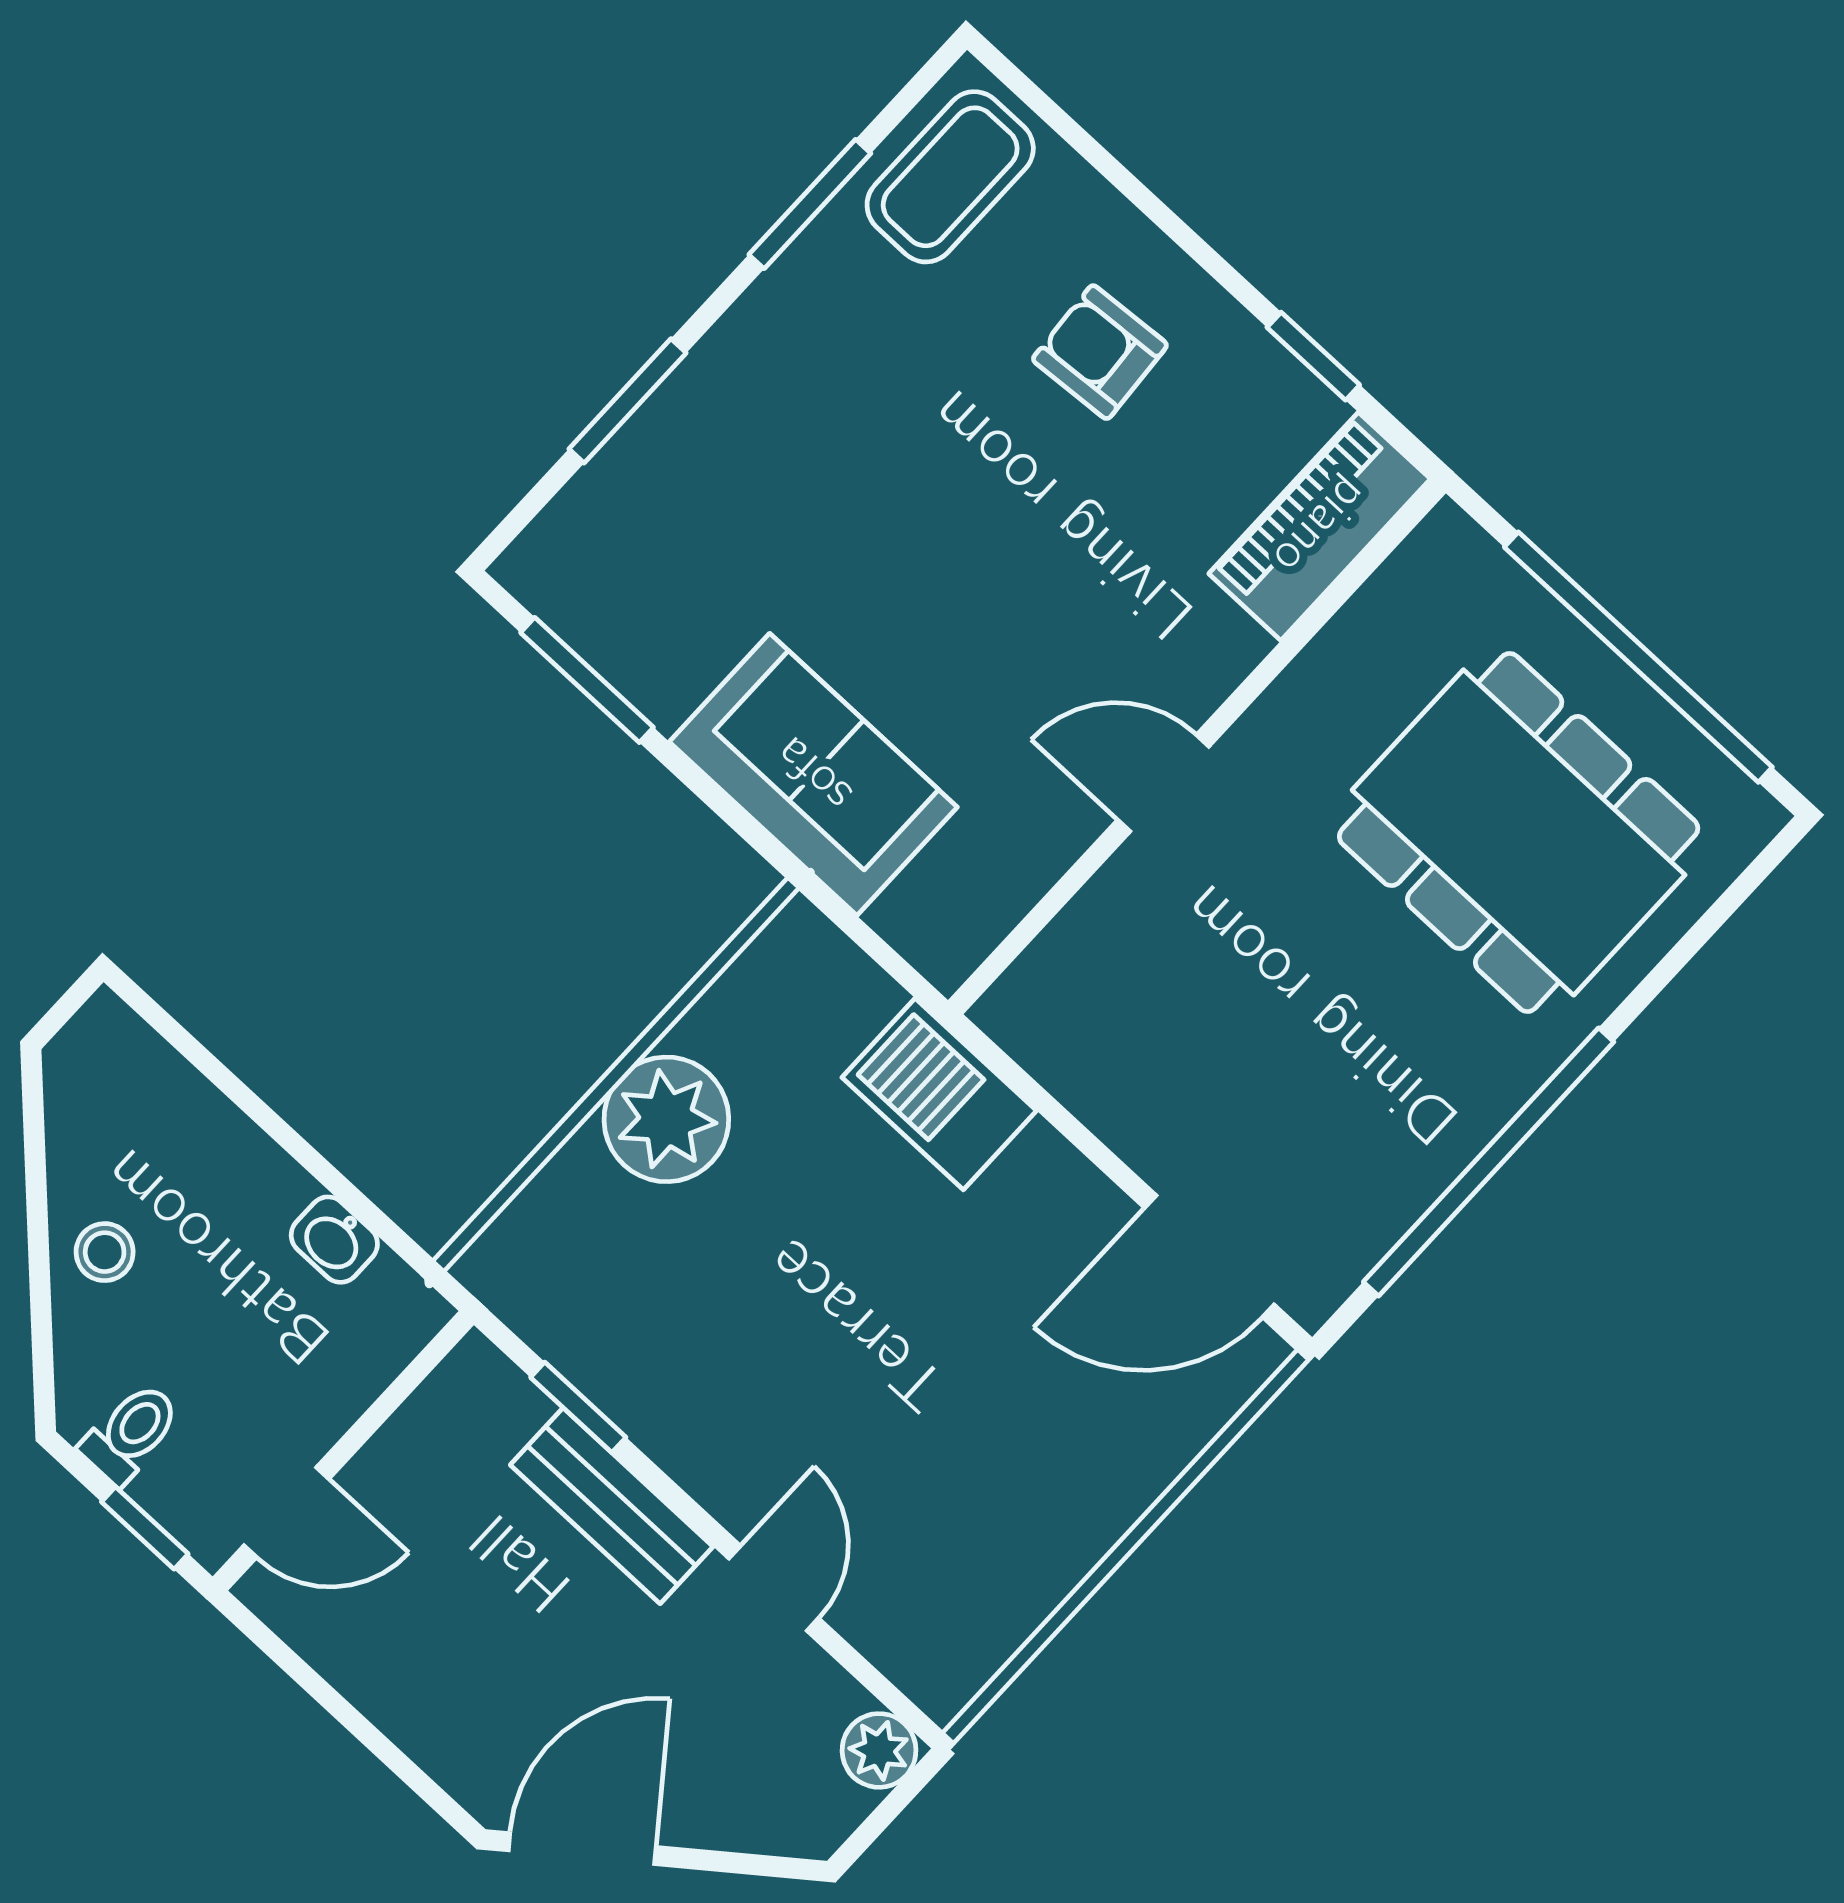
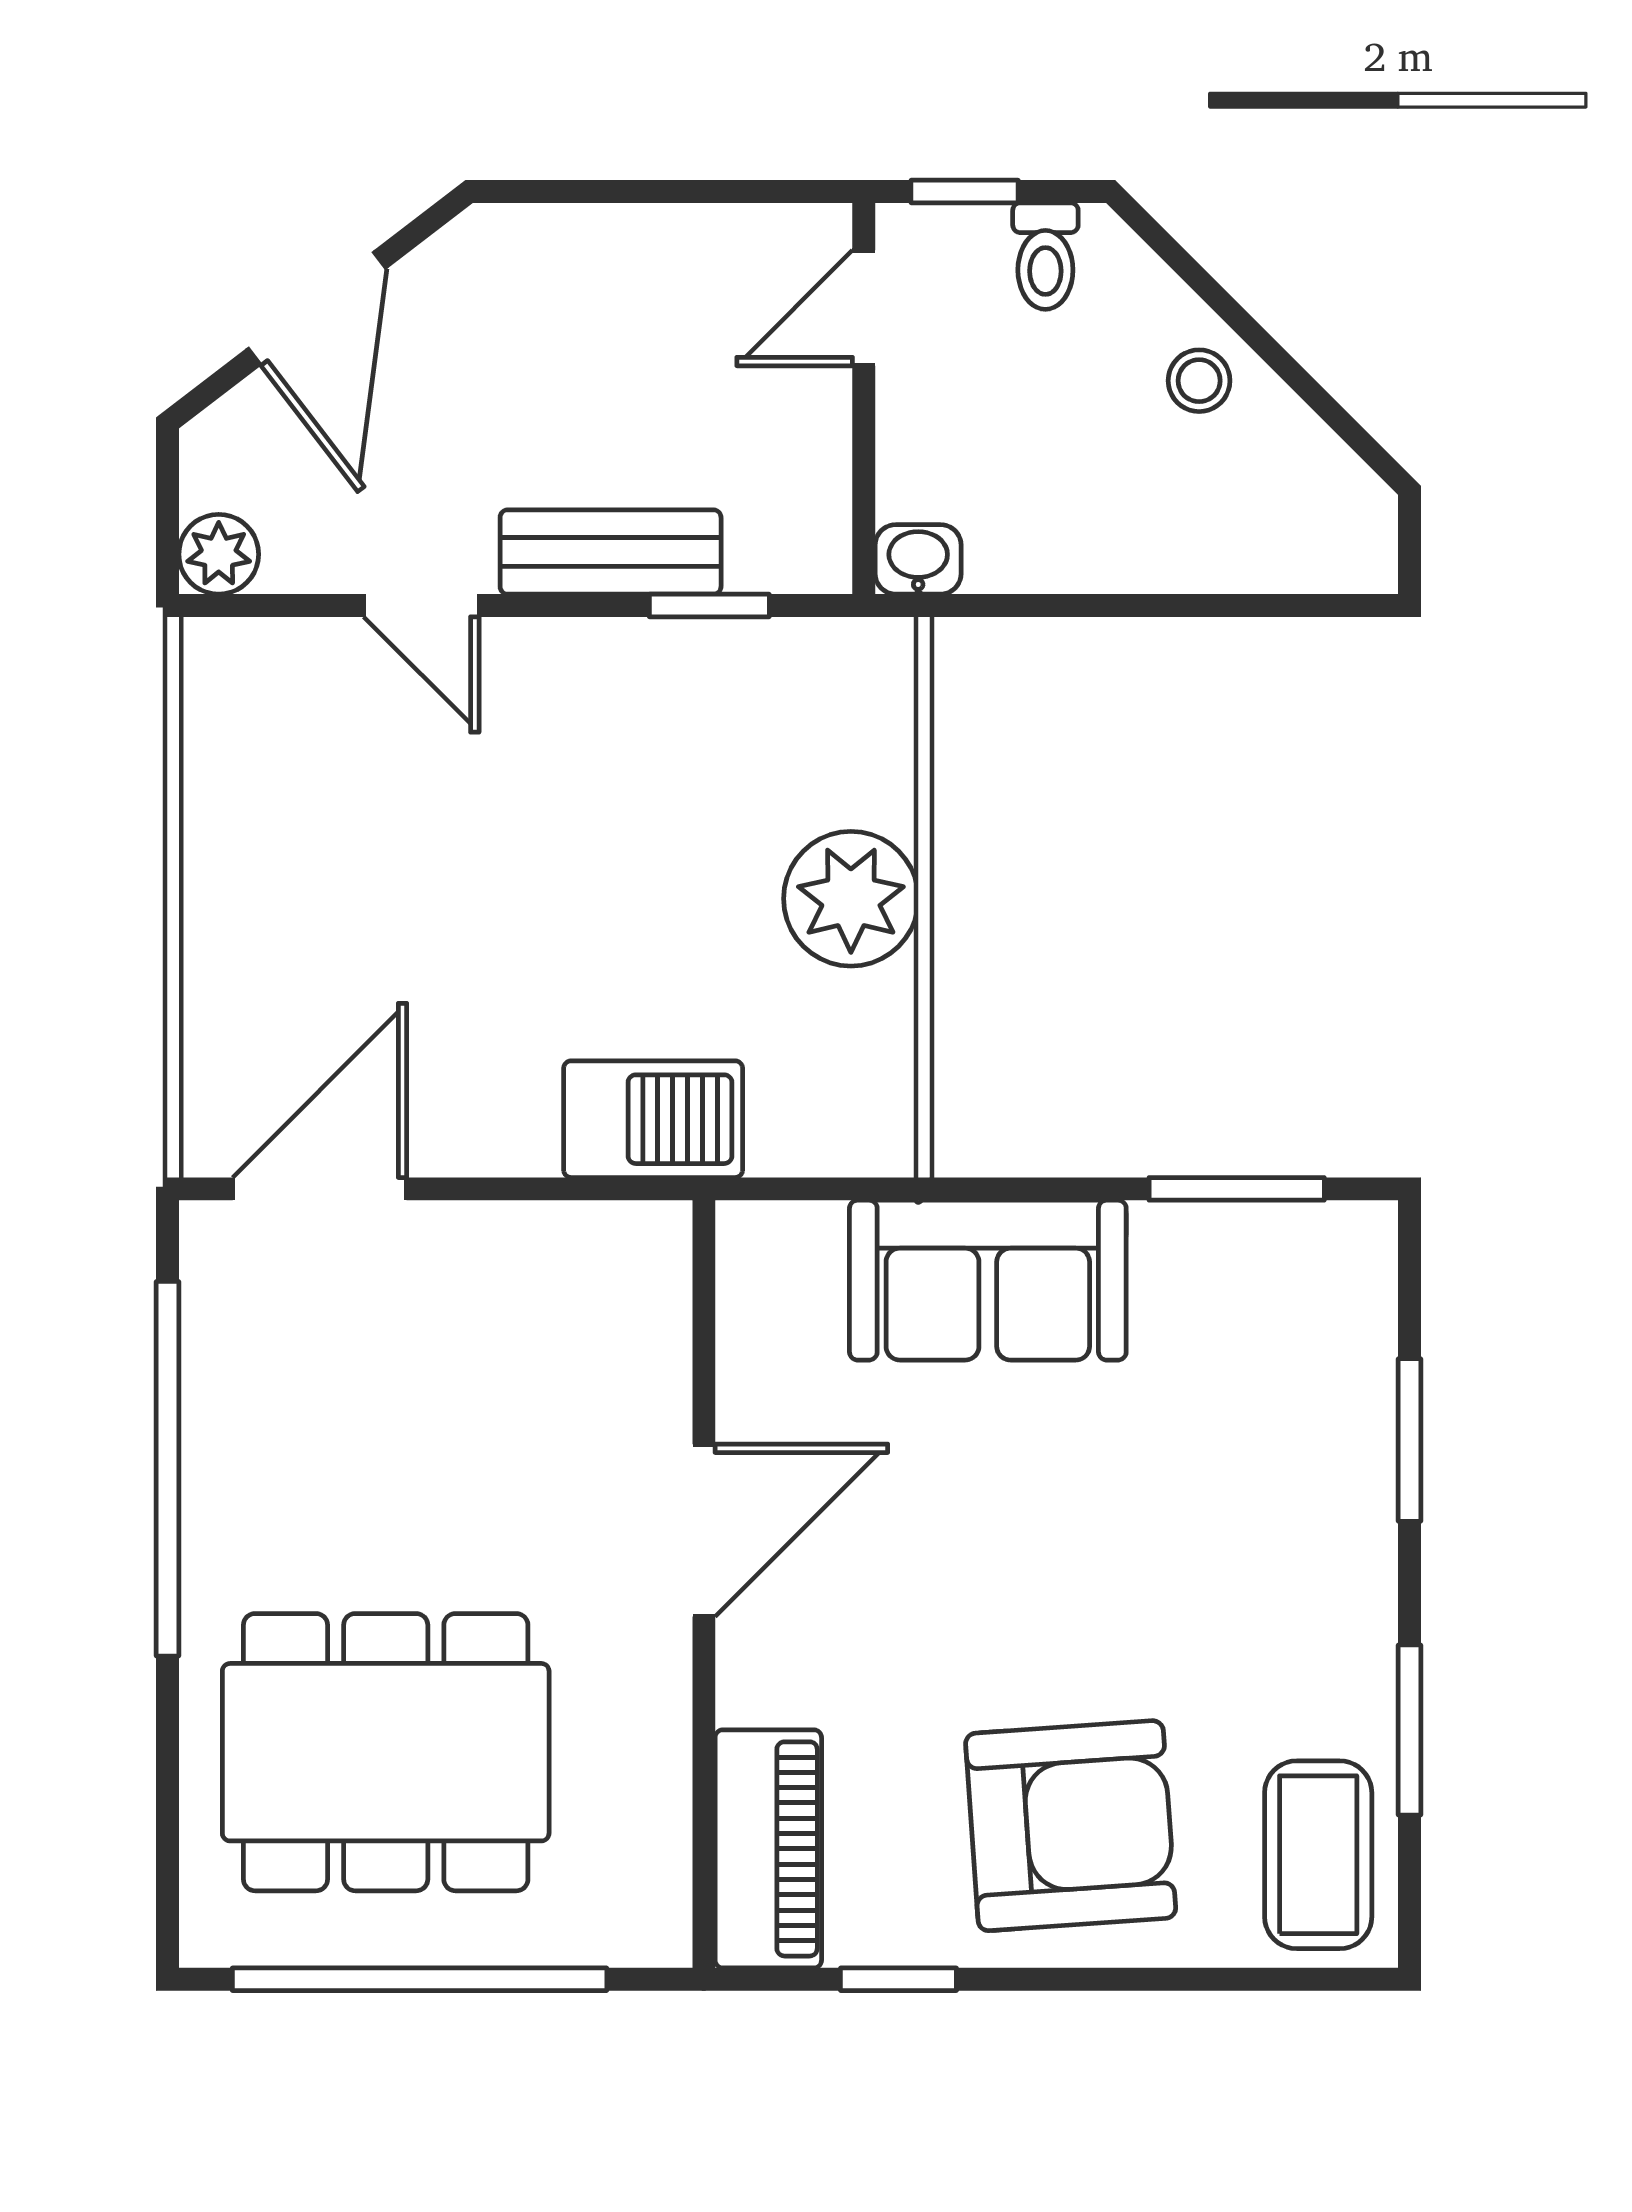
armchair: (1100, 352) -> (1071, 1826), width x1.88, depth x1.88
door: (1163, 783) -> (704, 1530), width x1.38
washbasin: (334, 1240) -> (918, 559), moved
door: (582, 1849) -> (317, 308), moved

